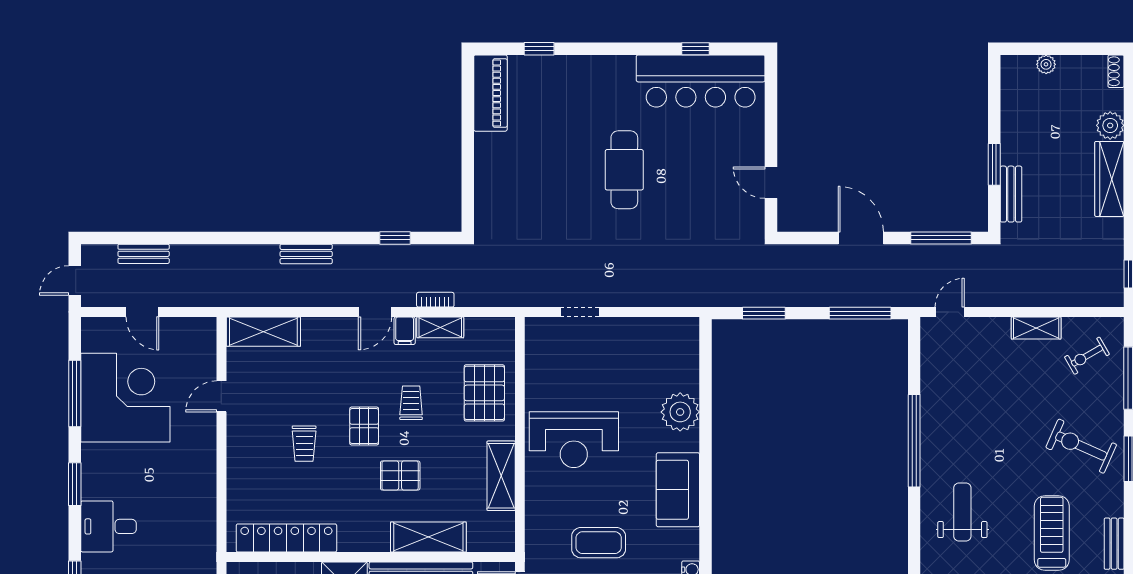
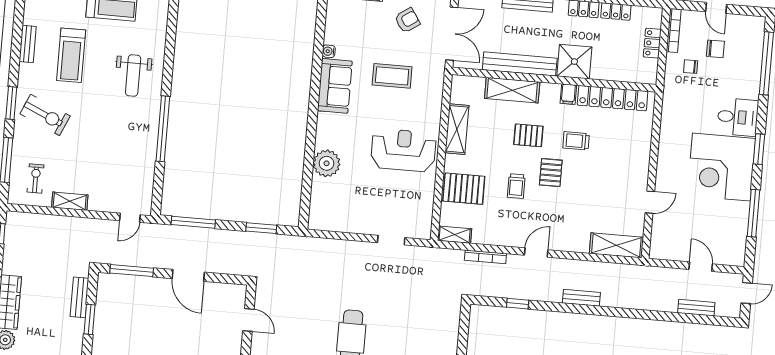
bookcase: (435, 300) -> (485, 257), width x1.56
shelving: (440, 327) -> (455, 235), moved
filing cabinet: (405, 331) -> (568, 94), moved, turned 180
exercise bike: (1087, 356) -> (36, 178), turned -60
pallet: (484, 393) -> (464, 189), turned 90
corner desk: (125, 398) -> (721, 167), moved
trolley: (304, 444) -> (576, 141), moved, turned -90
sofa: (678, 490) -> (335, 86), moved

